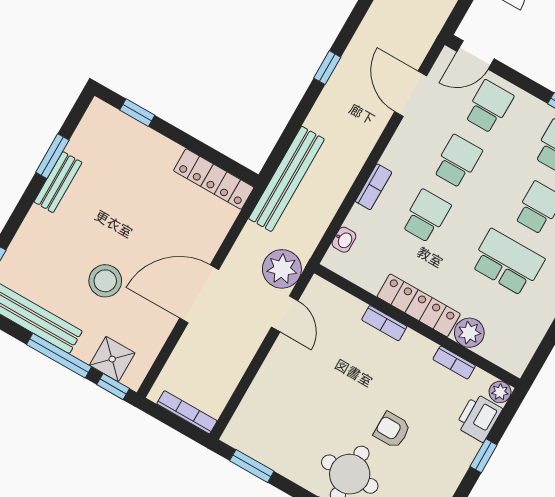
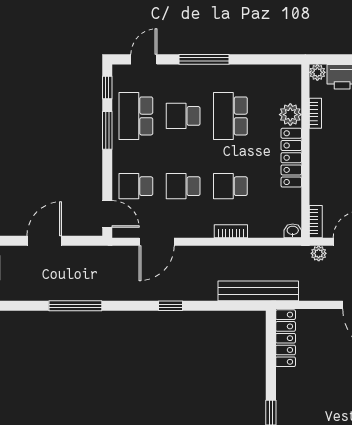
washbasin: (344, 240) -> (293, 231), moved
plant: (282, 269) -> (319, 253), width x0.53, depth x0.53
bookcase: (384, 323) -> (316, 222), moved

